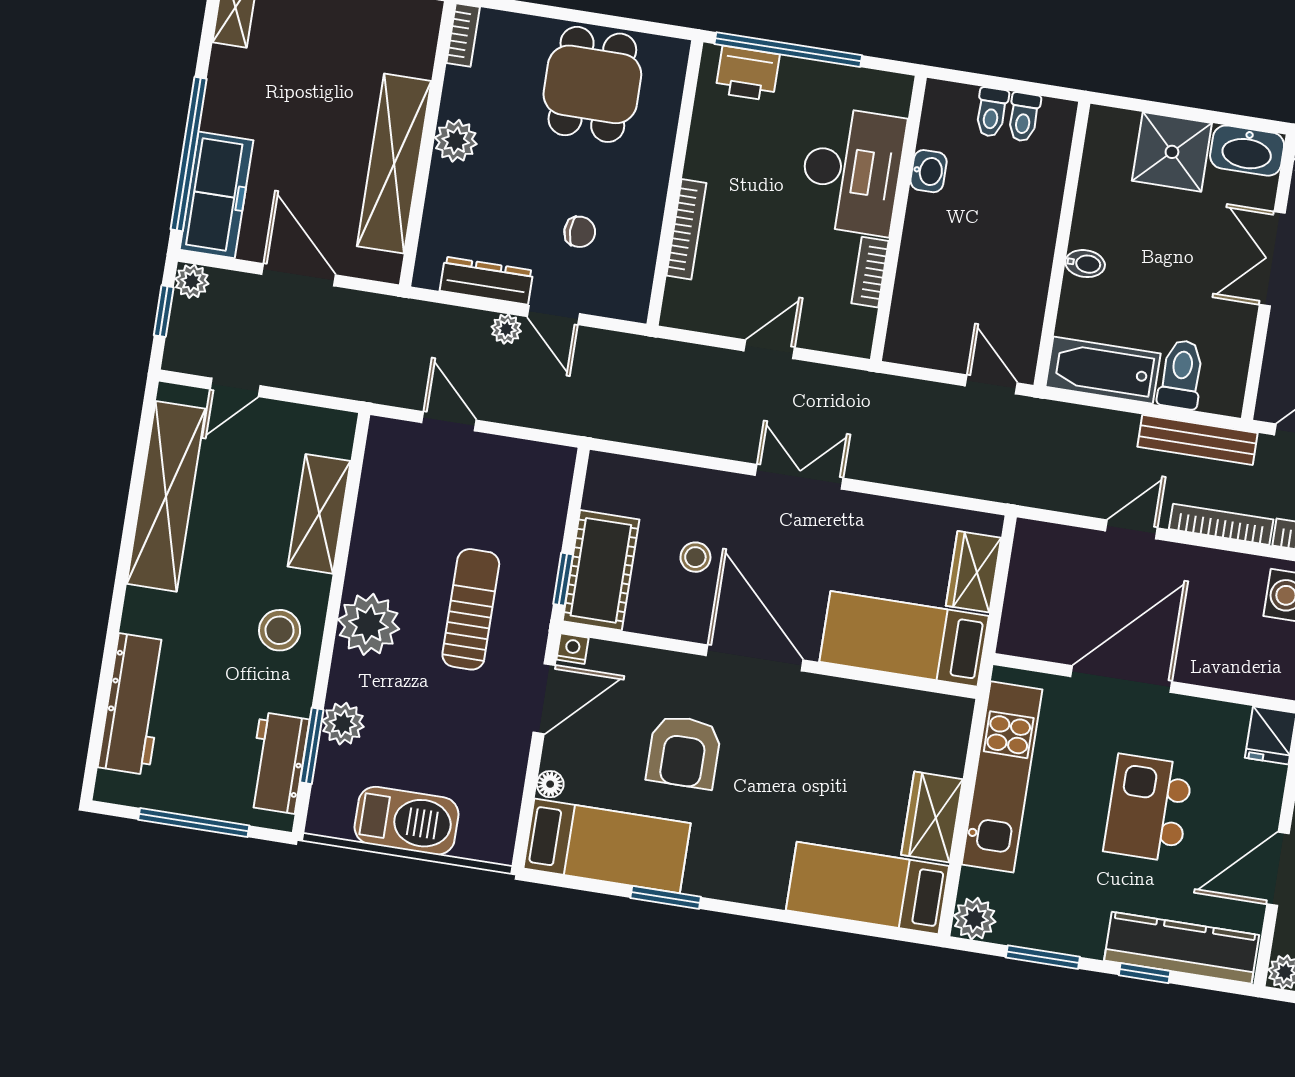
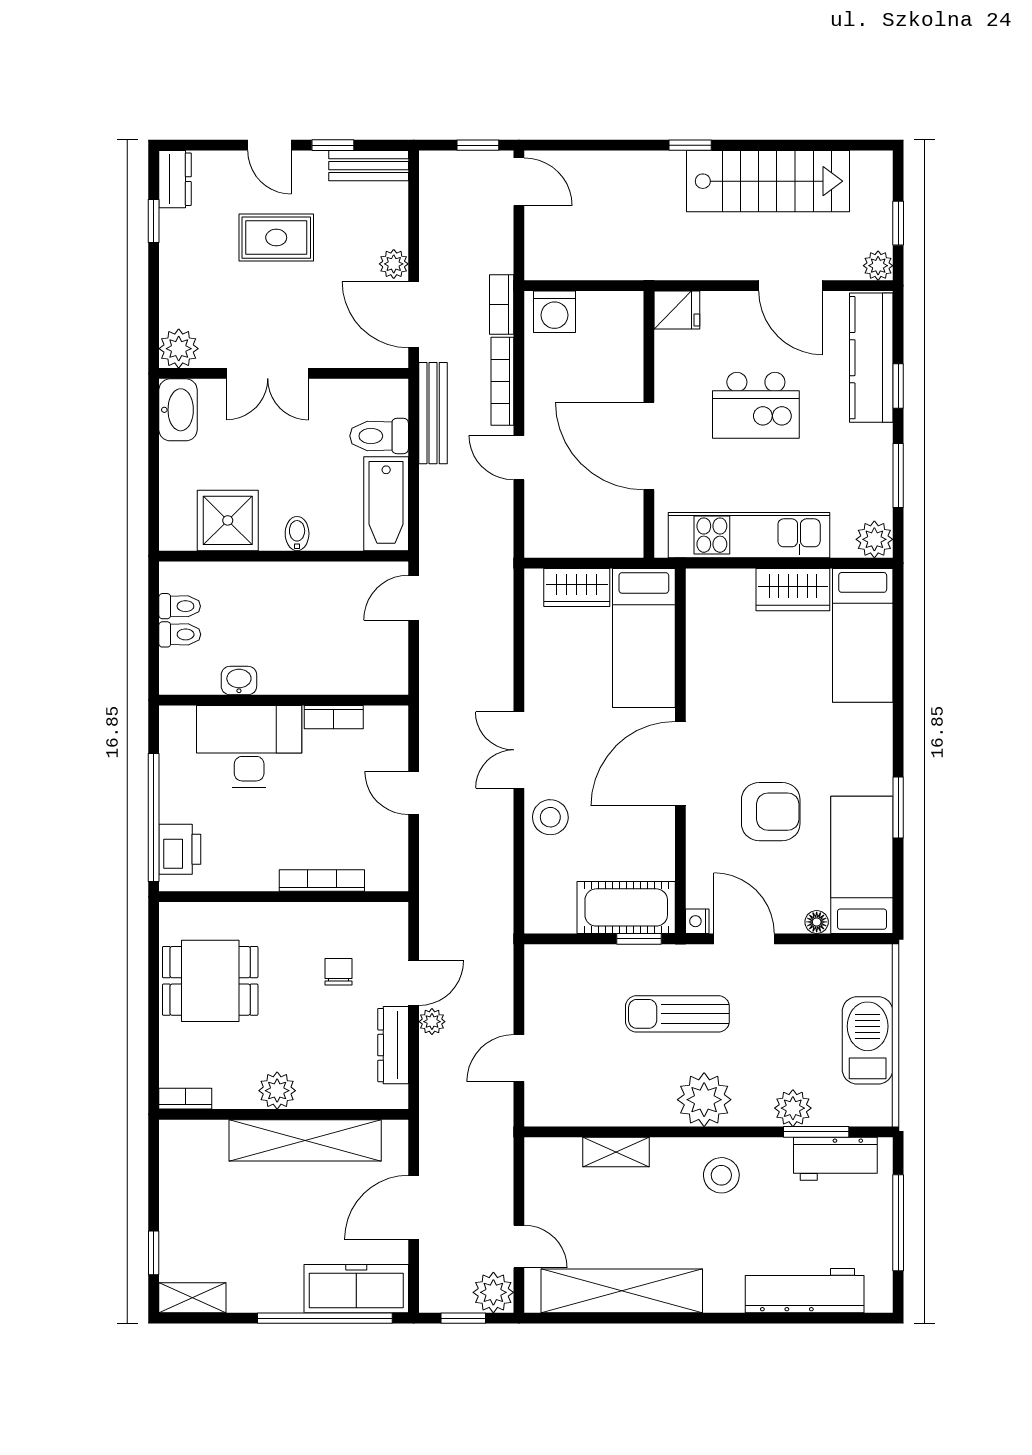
shower: (1172, 152) -> (228, 520), moved
plant: (192, 281) -> (493, 1292), moved, width x1.38, depth x1.38
shelving: (319, 514) -> (616, 1152), width x0.67, depth x0.75
stool: (695, 557) -> (550, 817), moved, width x1.37, depth x1.37

